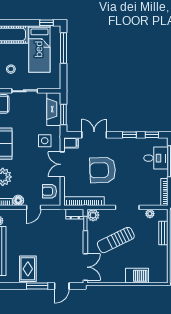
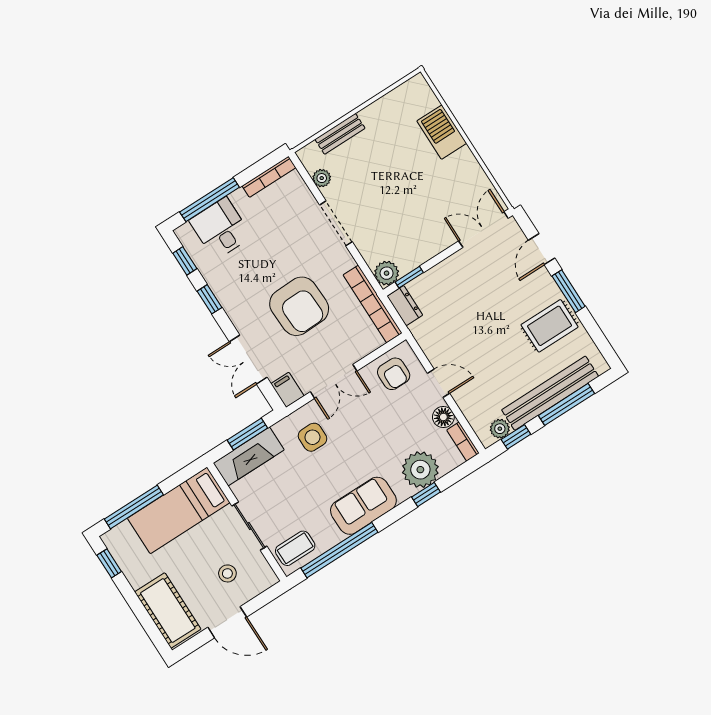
bed: (39, 49) -> (179, 510), moved, turned 180
sun lounger: (116, 240) -> (404, 207), removed
door: (62, 286) -> (542, 249), swing flipped

